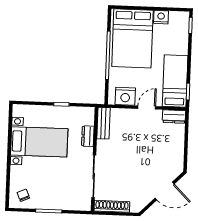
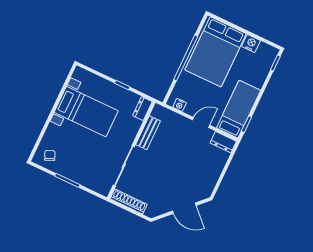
nightstand: (125, 96) -> (180, 105), width x0.53, depth x0.56
bench: (103, 123) -> (148, 133), moved
dresser: (88, 136) -> (142, 109), moved

